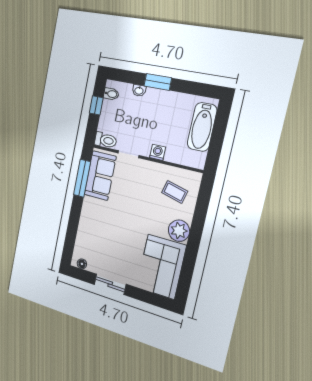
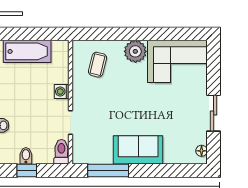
bidet: (111, 94) -> (26, 156), moved
sofa: (100, 176) -> (138, 150), moved

